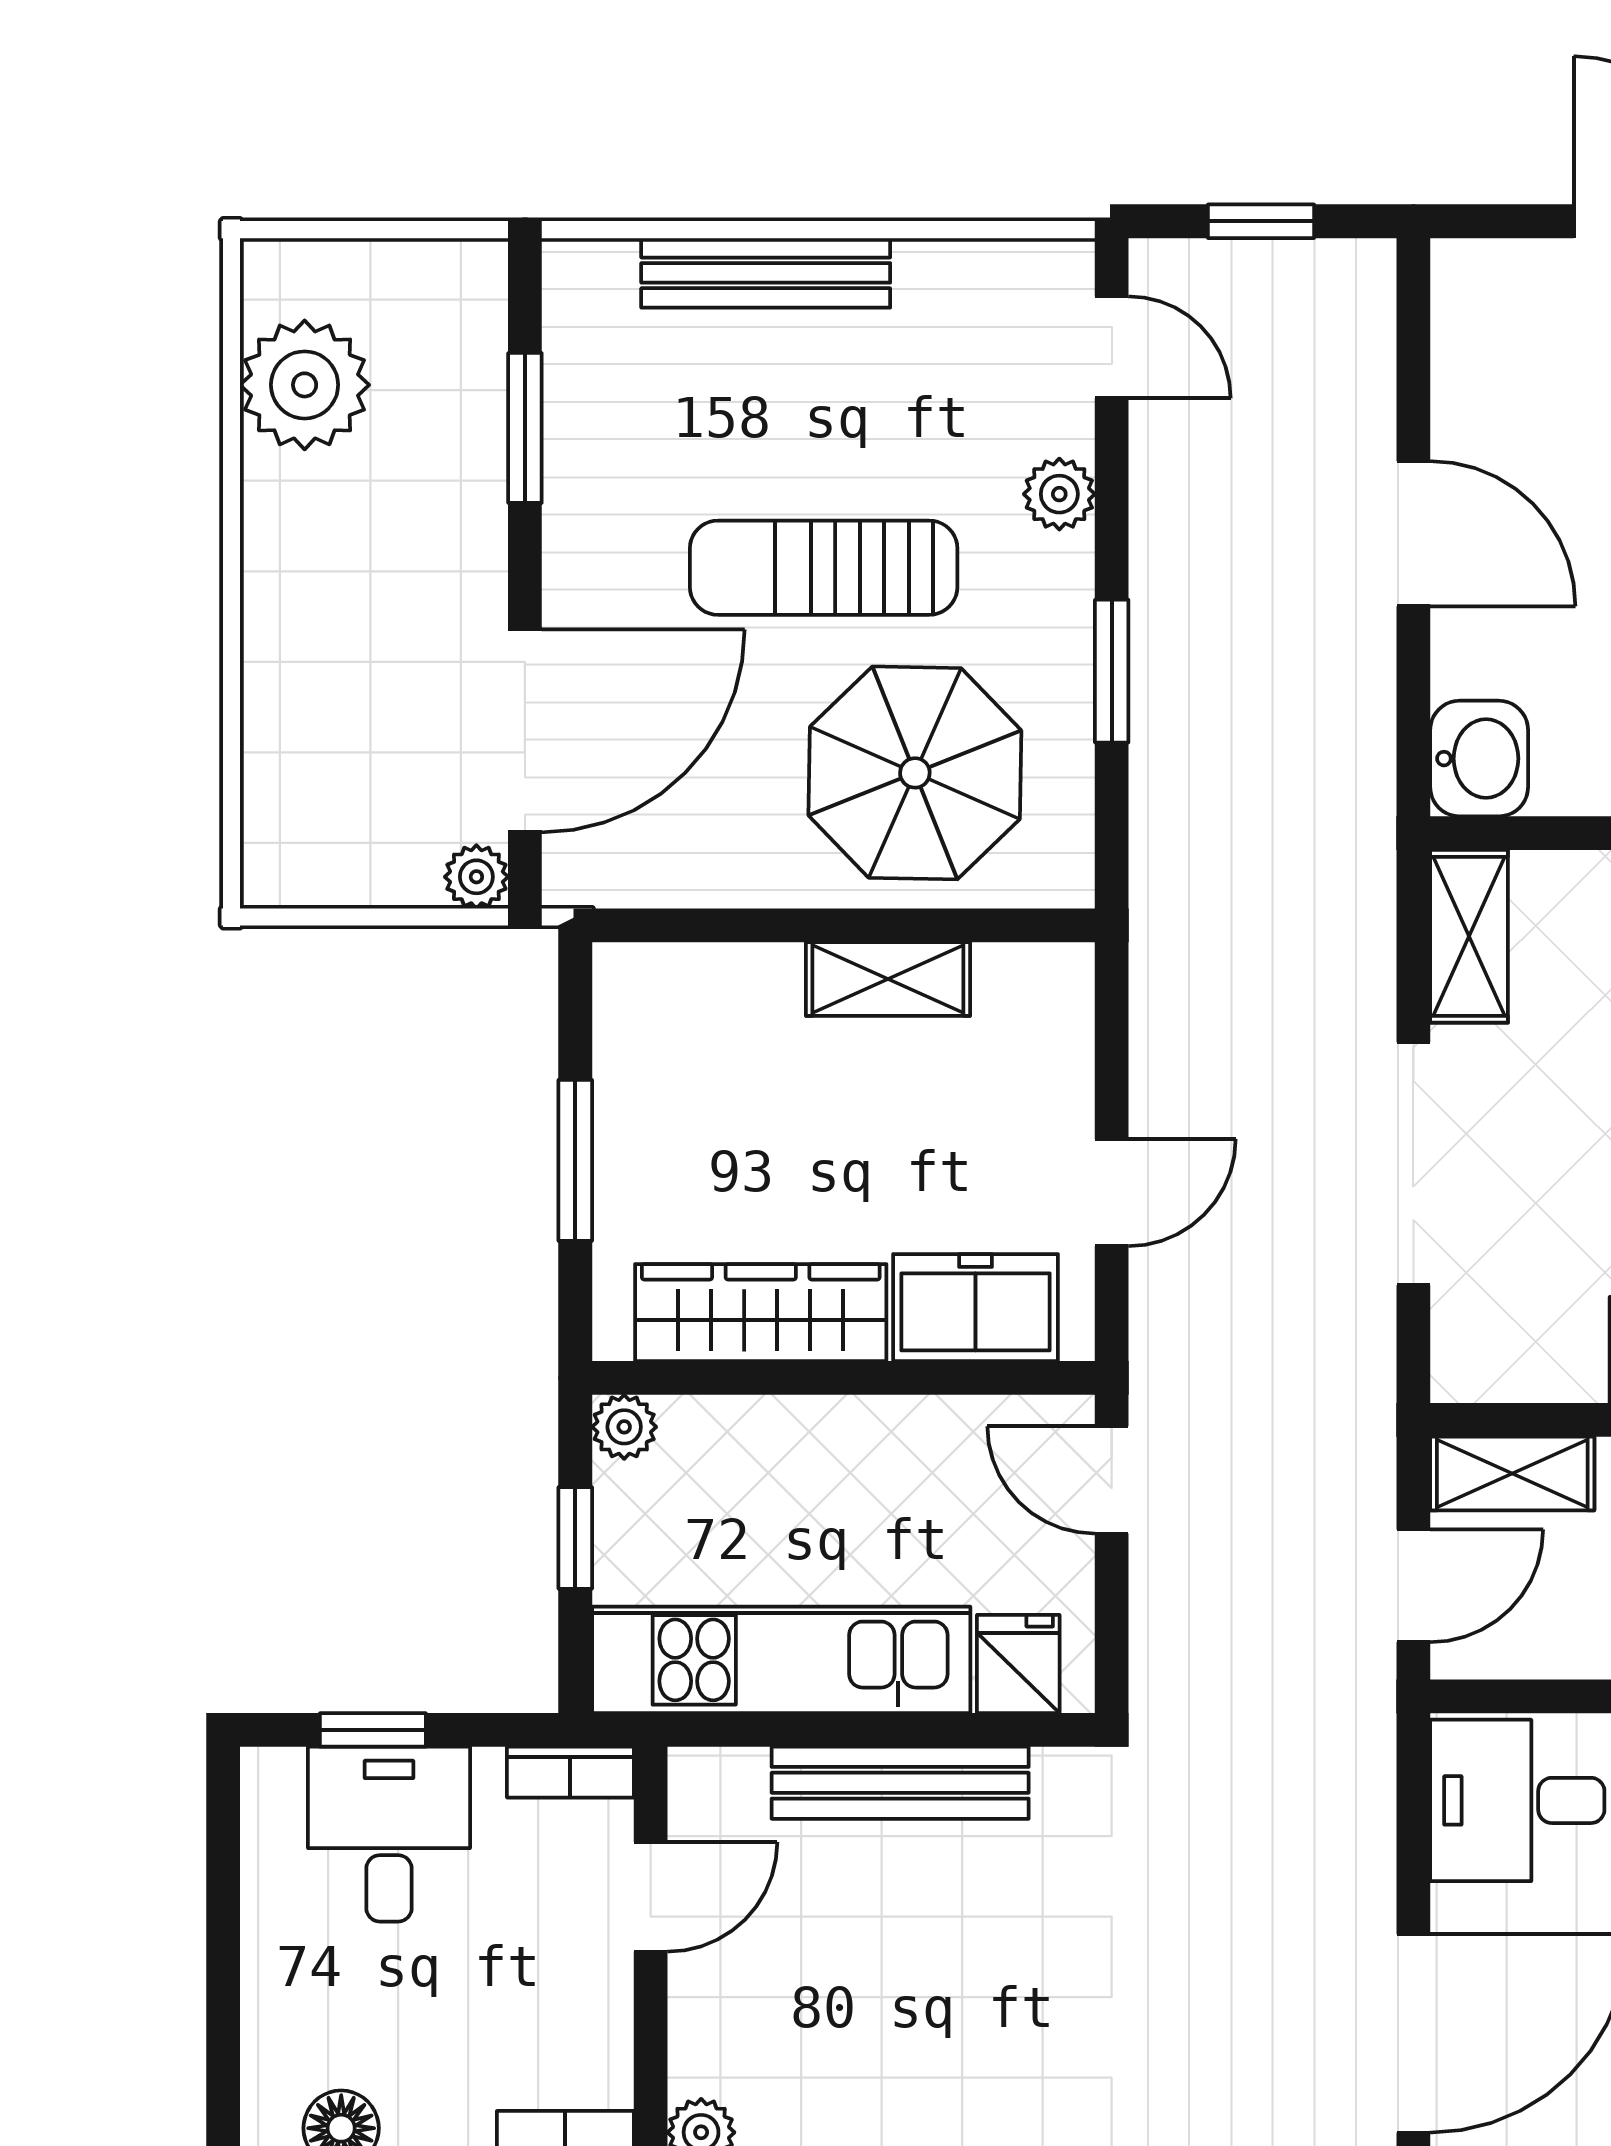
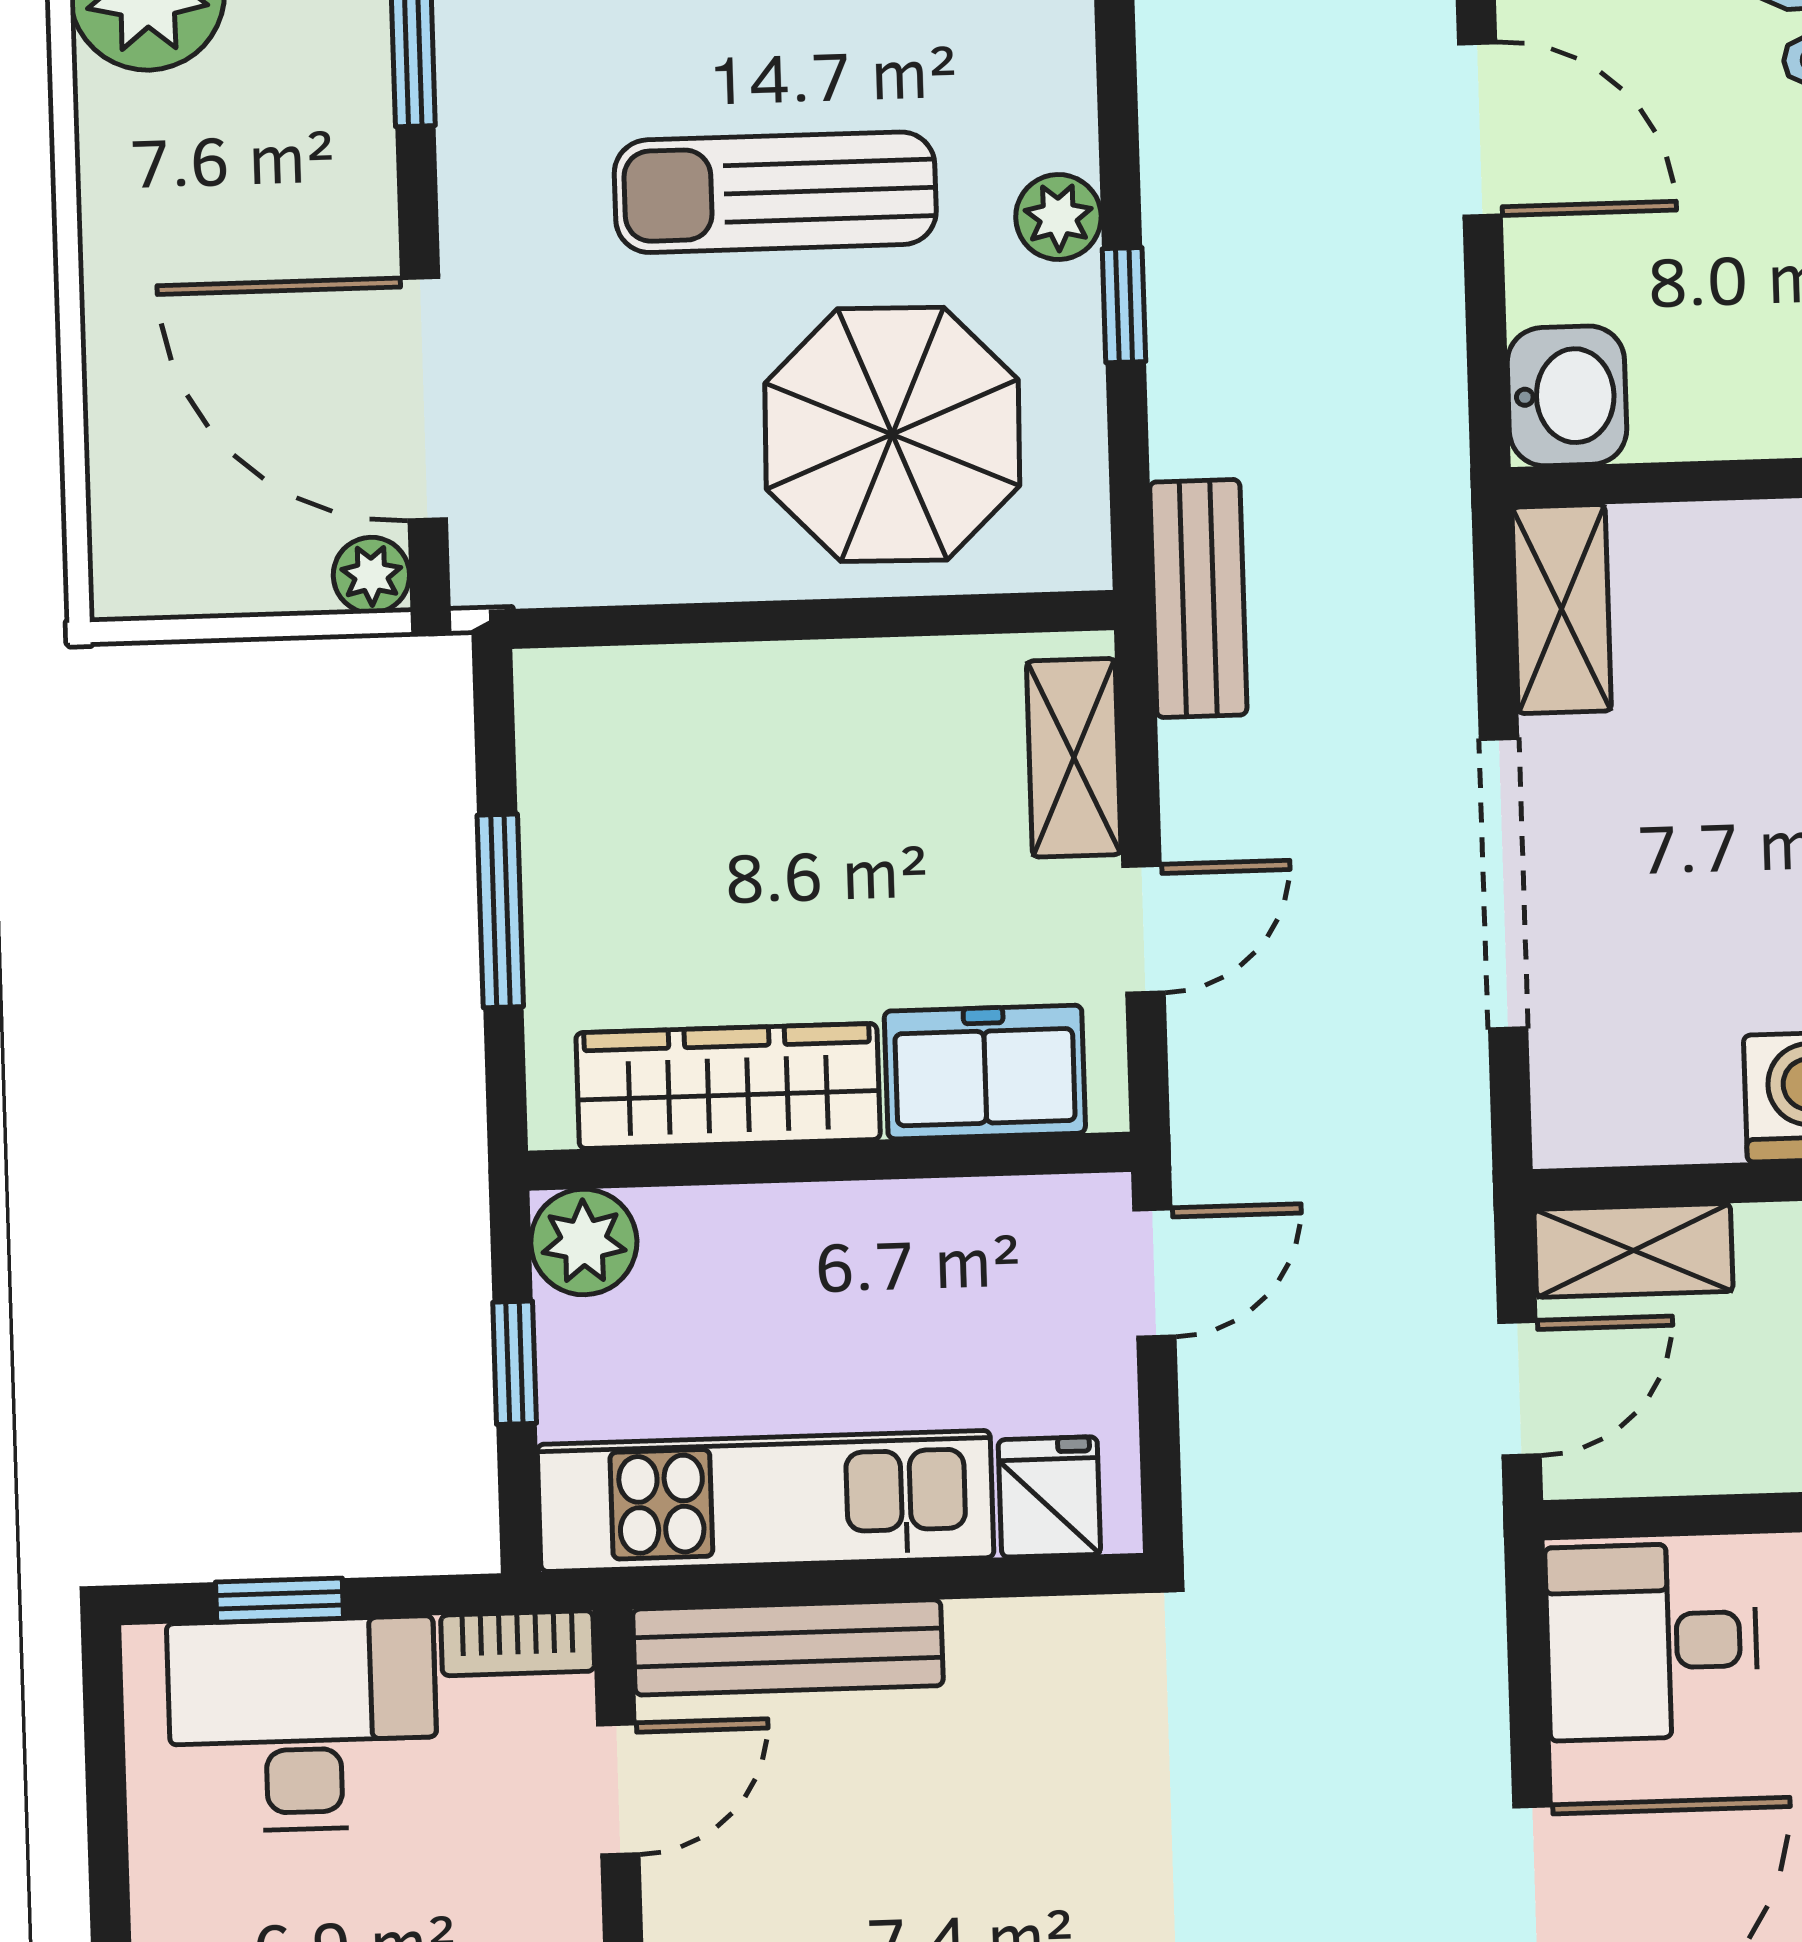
plant: (1059, 494) -> (1058, 217), moved
window: (1112, 671) -> (1124, 305), width x0.67
door: (525, 731) -> (424, 399), swing flipped
bench: (1166, 918) -> (1198, 598), added
shelving: (888, 979) -> (1074, 758), moved, turned 90
plant: (624, 1427) -> (584, 1242), width x1.38, depth x1.38
door: (1112, 1480) -> (1154, 1273), swing flipped
bench: (900, 1783) -> (788, 1647), moved
desk: (389, 1834) -> (303, 1724), width x1.37

